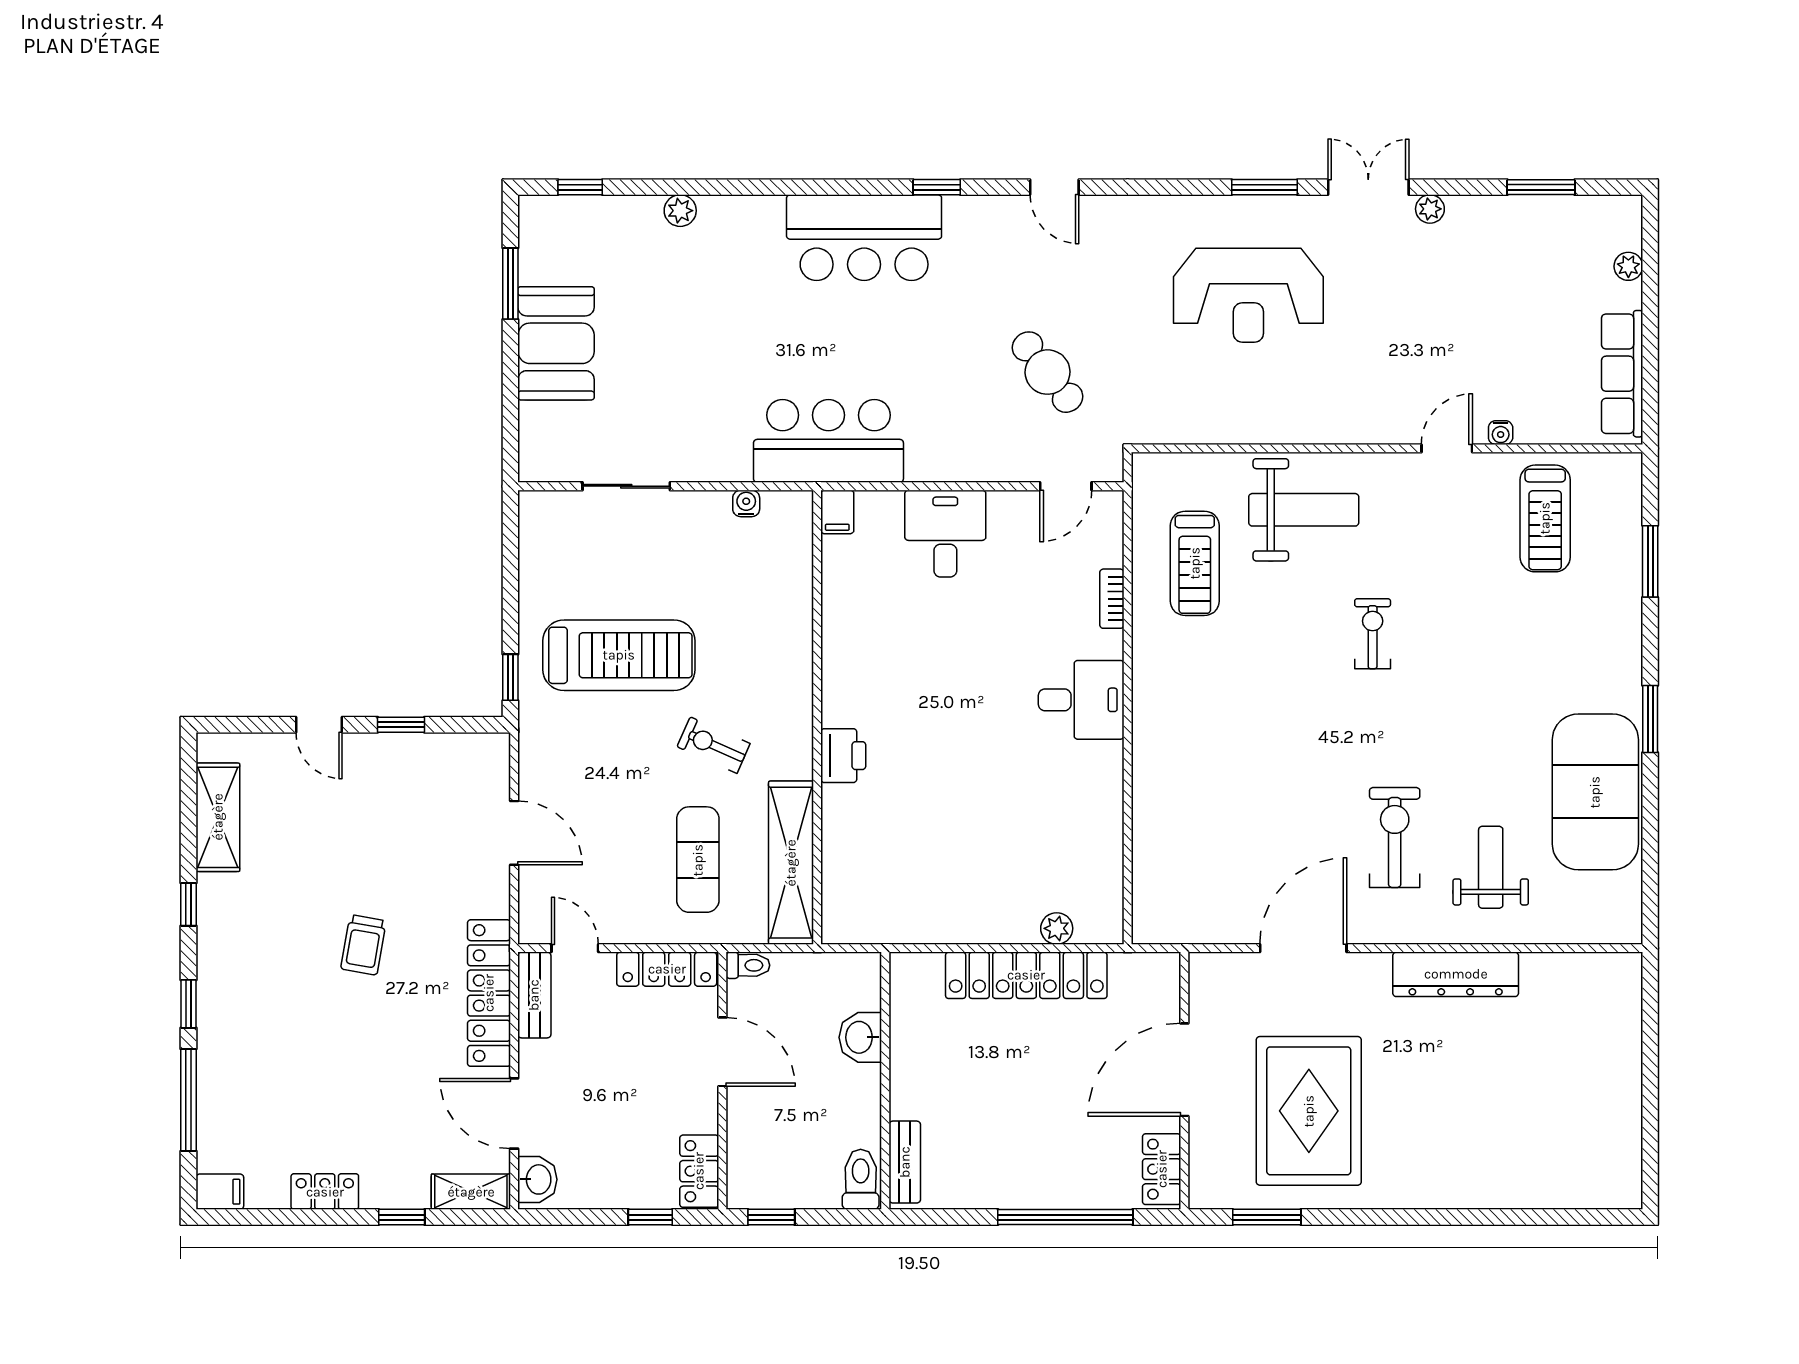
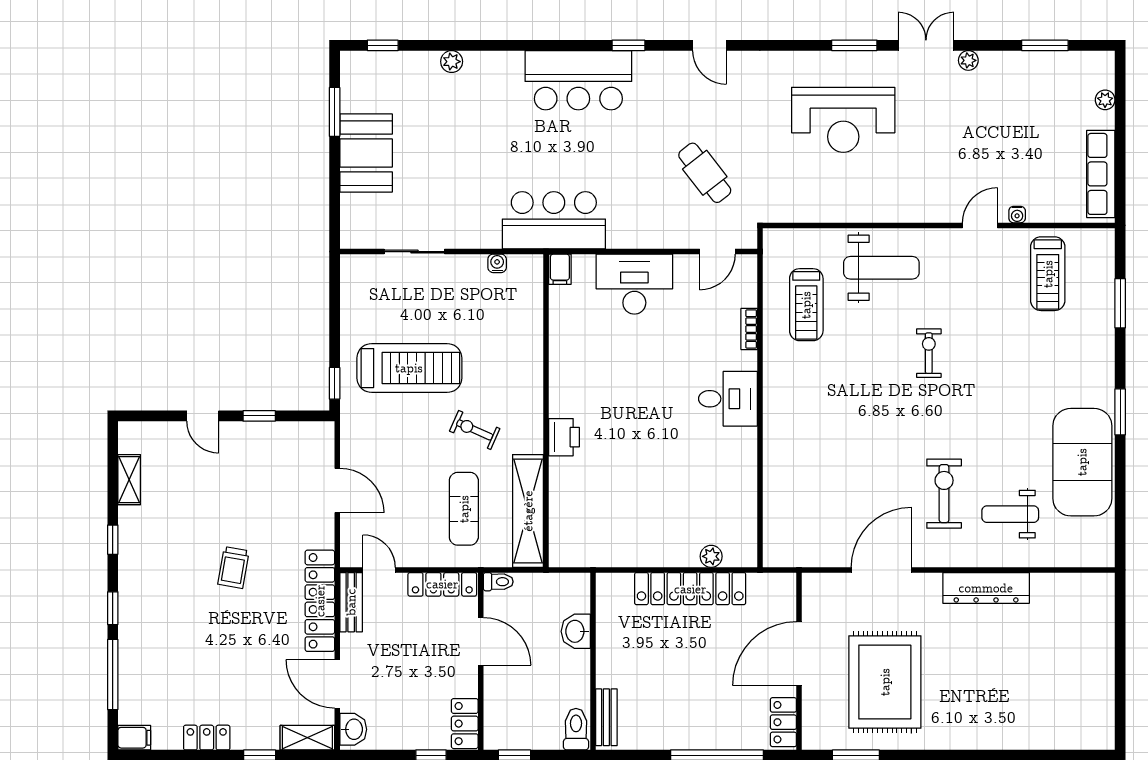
desk: (945, 534) -> (634, 284), width x1.37
shelving: (218, 817) -> (129, 480), width x0.67, depth x0.75
weight bench: (1491, 867) -> (1010, 514), turned -90

